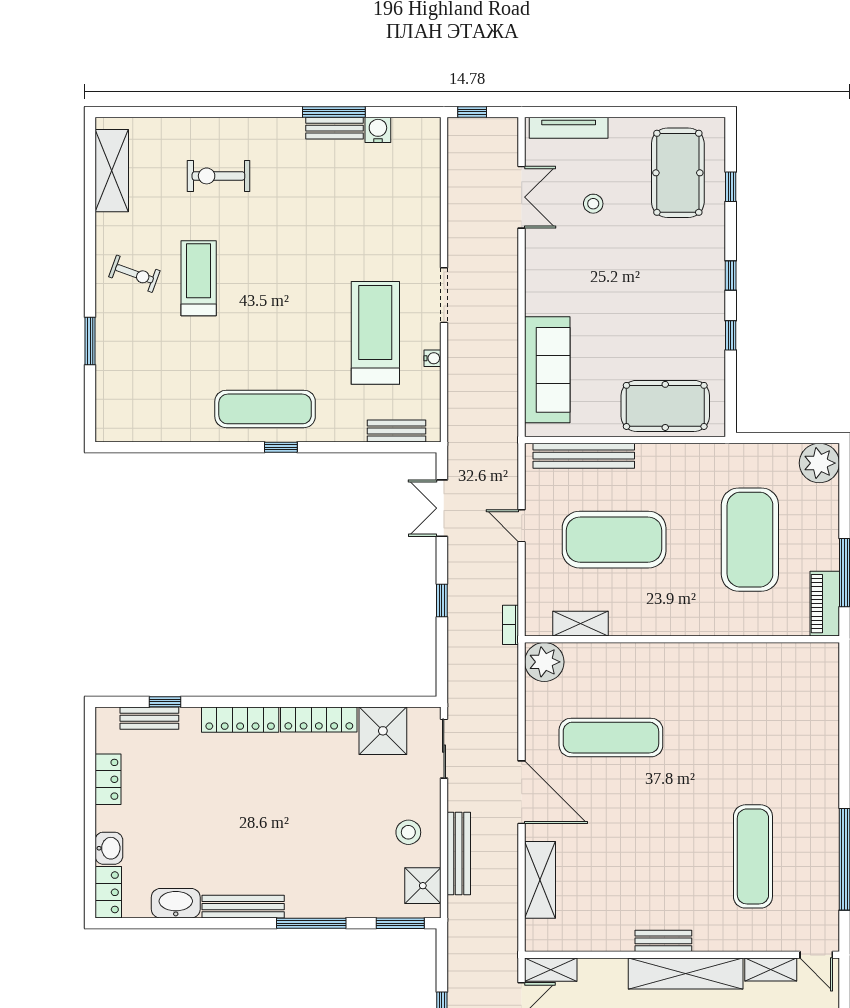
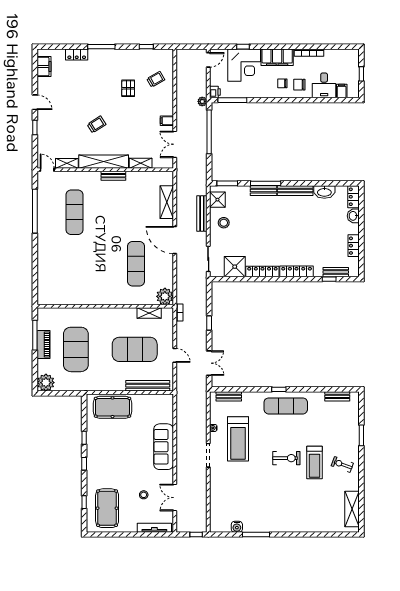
bench: (335, 128) -> (337, 396), moved
exercise bike: (218, 176) -> (286, 458), moved
sofa: (547, 370) -> (164, 447), moved
piano: (825, 604) -> (43, 345), moved
exercise mat: (611, 738) -> (136, 264), turned 90
bench: (316, 907) -> (264, 191), added
shelving: (551, 970) -> (141, 163), moved

